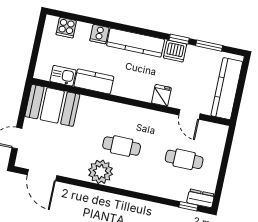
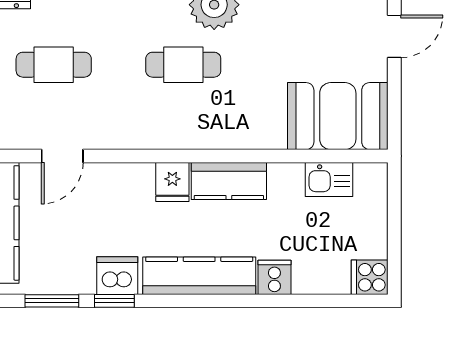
cooker: (66, 28) -> (370, 277), moved, turned -90
kitchen counter: (94, 81) -> (229, 181), moved
fridge: (161, 95) -> (172, 182), moved
door: (189, 114) -> (62, 156), swing flipped

